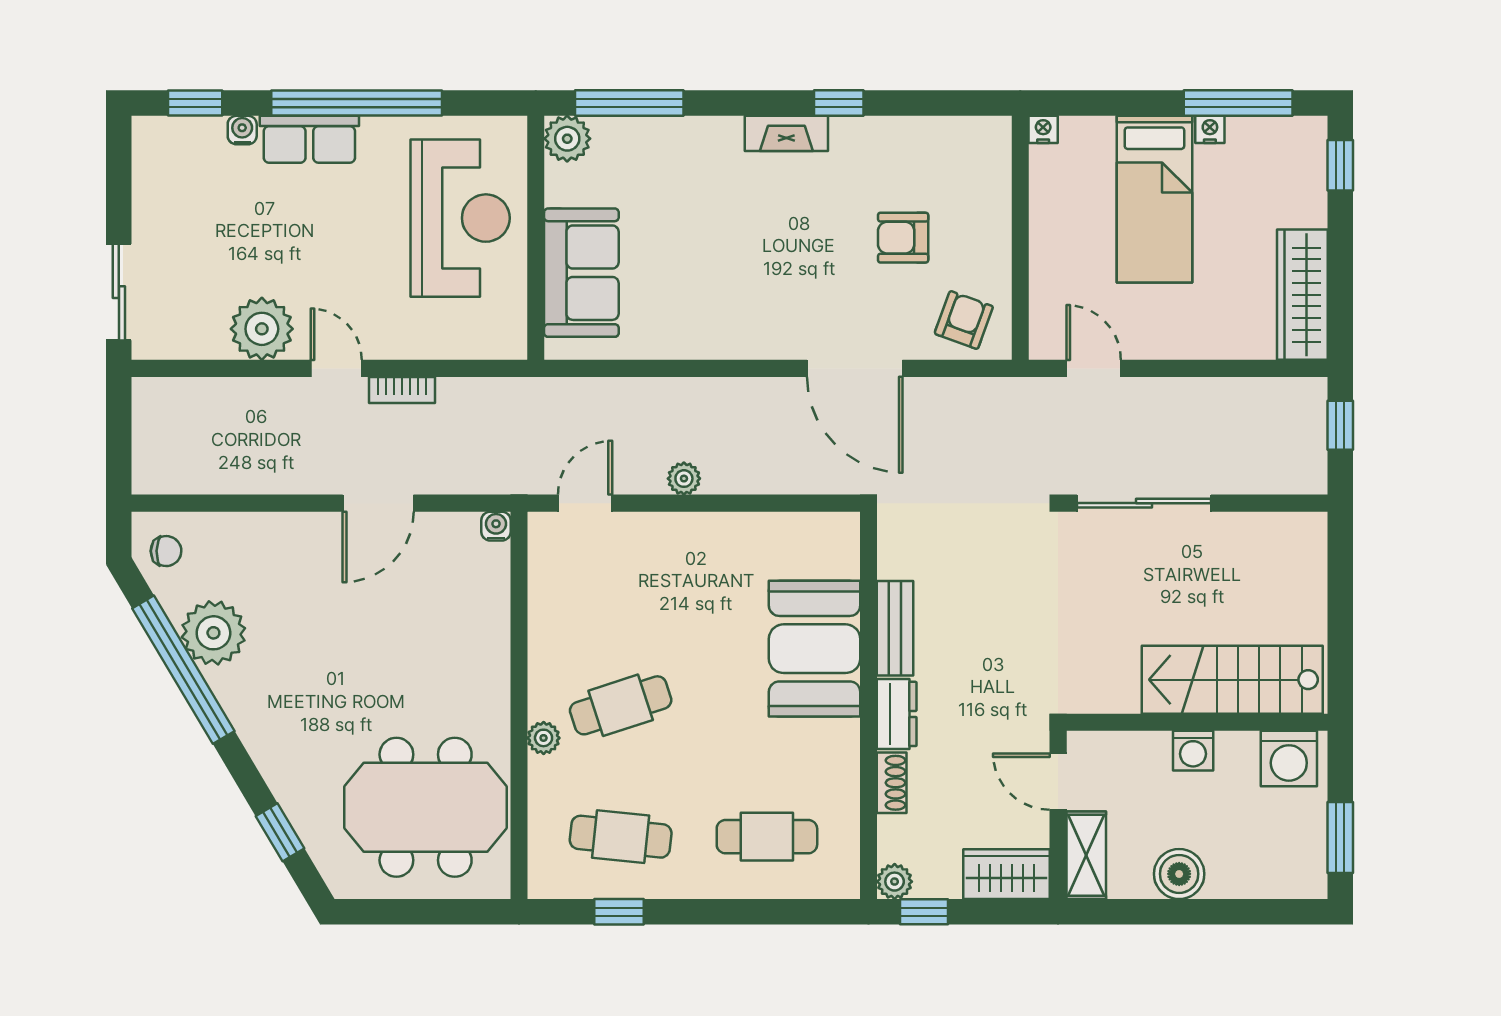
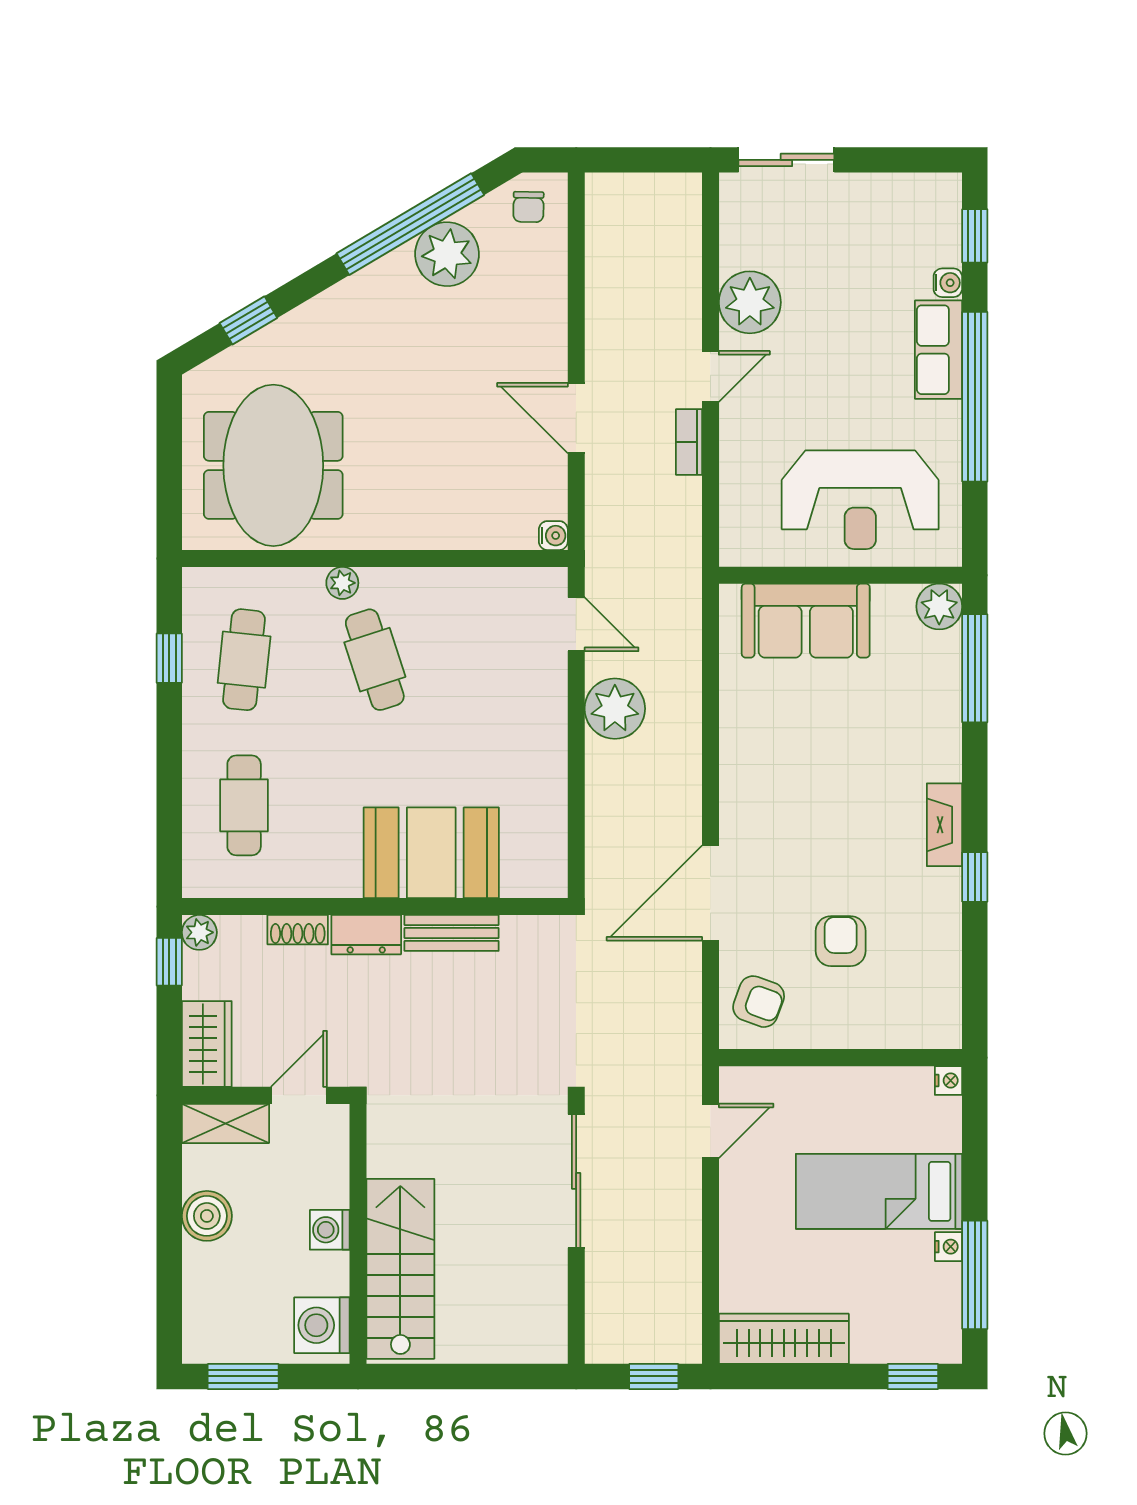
plant: (684, 479) -> (615, 709), width x1.87, depth x1.87

